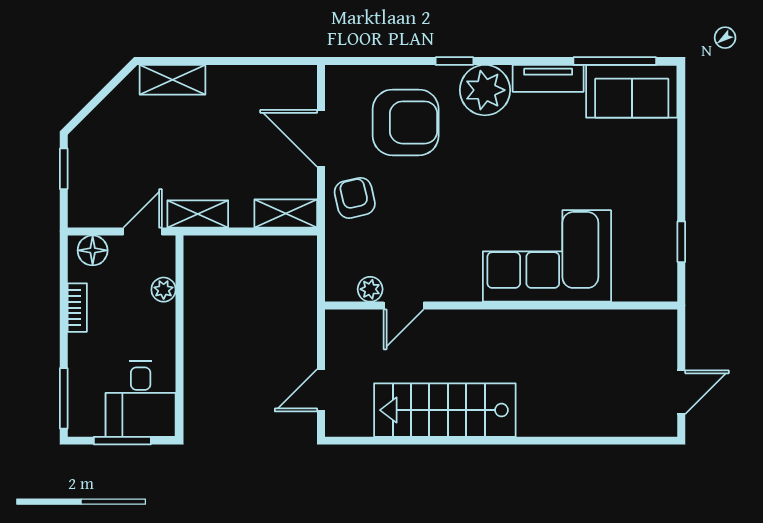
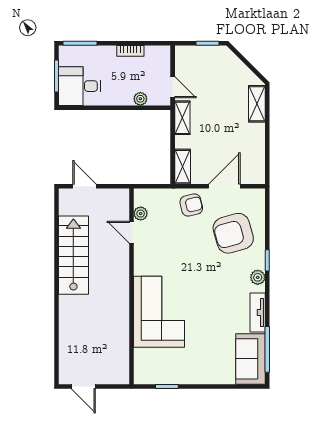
plant: (485, 90) -> (258, 277), width x0.53, depth x0.53
armchair: (406, 122) -> (233, 233), turned 74
floor lamp: (93, 250) -> (162, 59), removed

